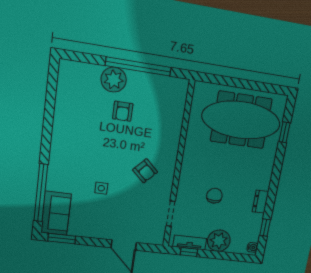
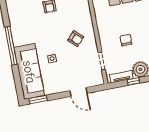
window: (41, 193) -> (11, 46), moved
sofa: (56, 213) -> (29, 72), width x1.85, depth x1.27
window: (189, 252) -> (133, 81), moved

